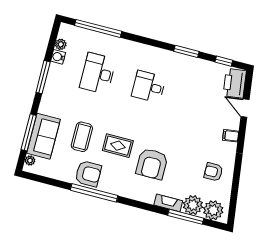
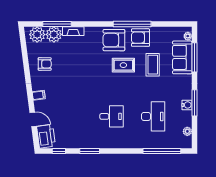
water cooler: (58, 57) -> (187, 105), moved
armchair: (152, 164) -> (114, 40), moved, turned -90

